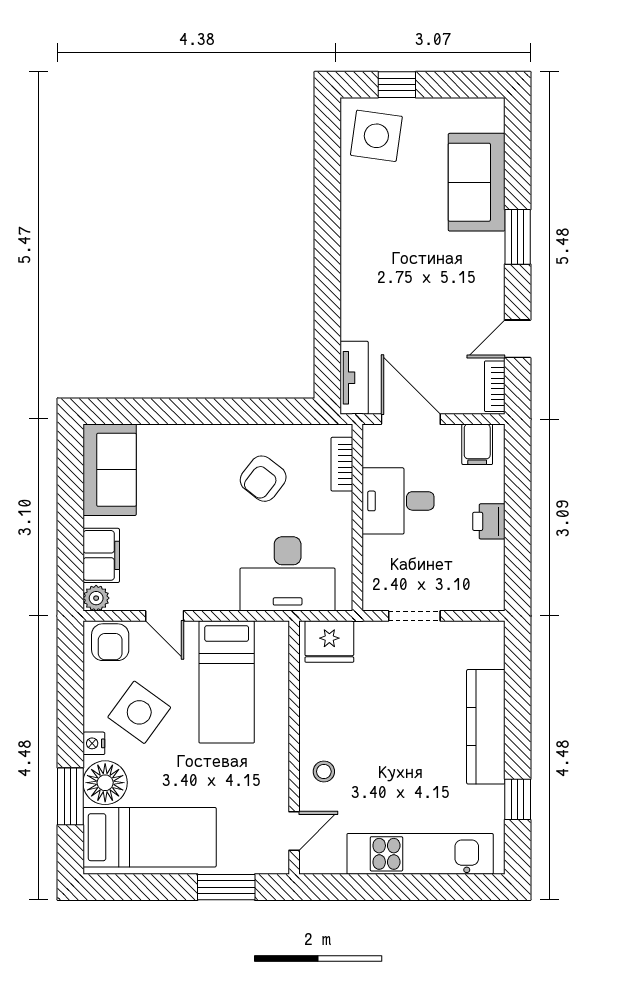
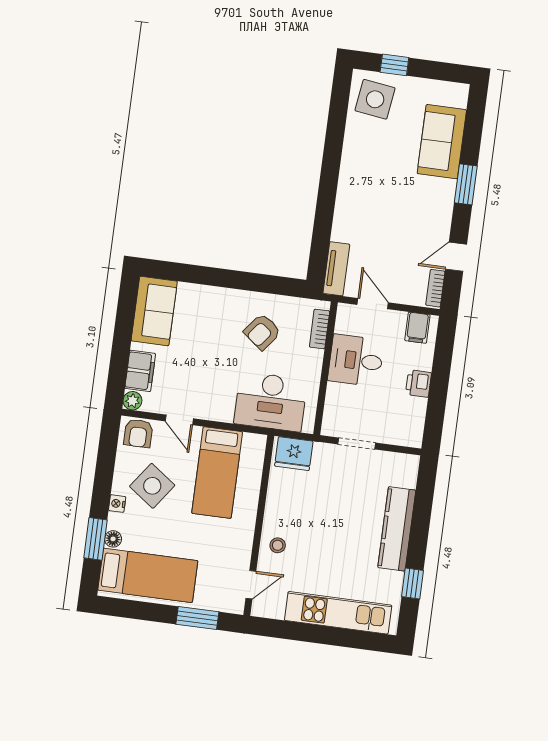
door: (411, 419) -> (373, 304), width x0.73
floor lamp: (105, 783) -> (113, 539), width x0.53, depth x0.53

